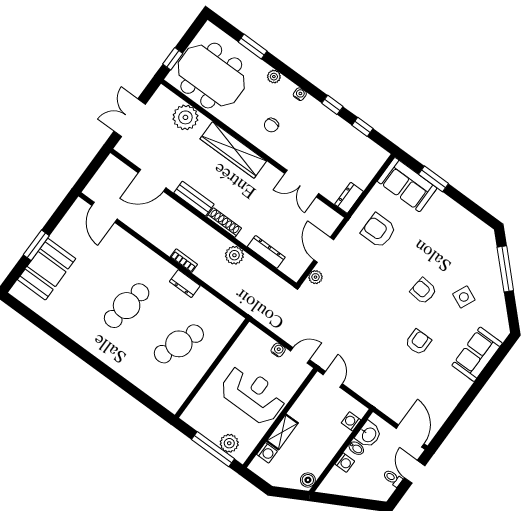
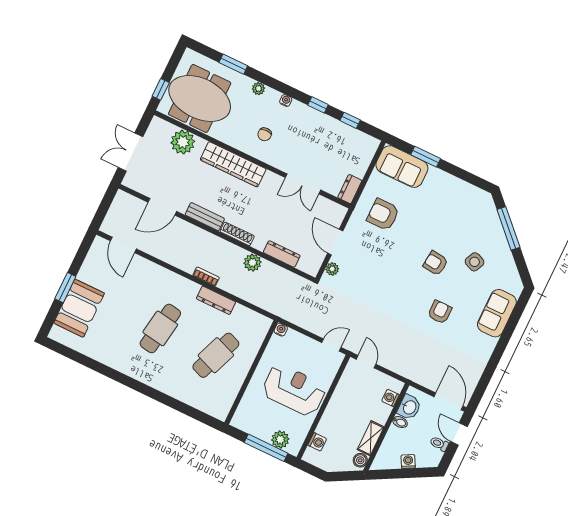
dresser: (185, 284) -> (216, 300), width x1.44
water cooler: (278, 350) -> (281, 330), moved
shelving: (282, 432) -> (371, 438), moved
washing machine: (345, 463) -> (408, 462), moved, turned -118

